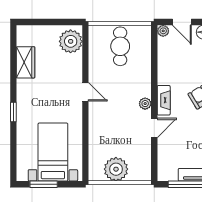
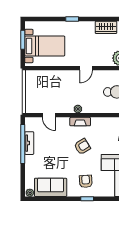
door: (154, 128) -> (49, 115), moved
plant: (116, 169) -> (33, 89), removed

